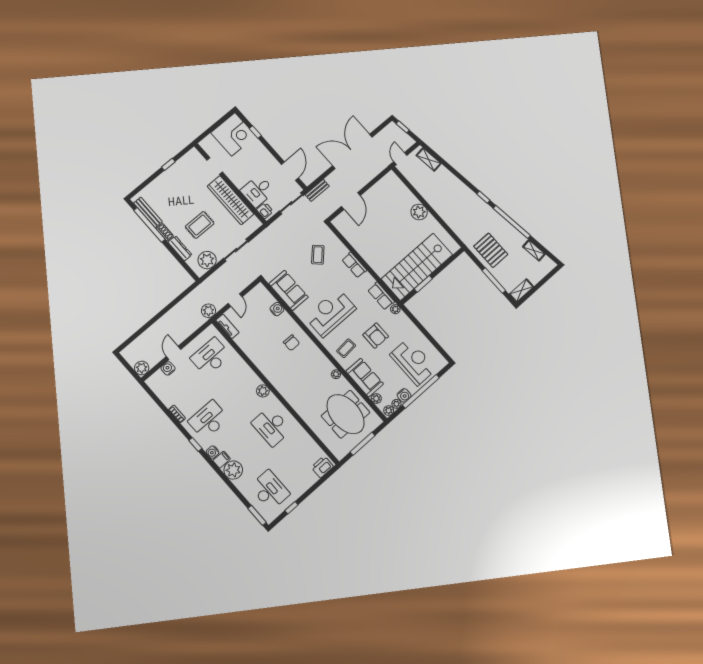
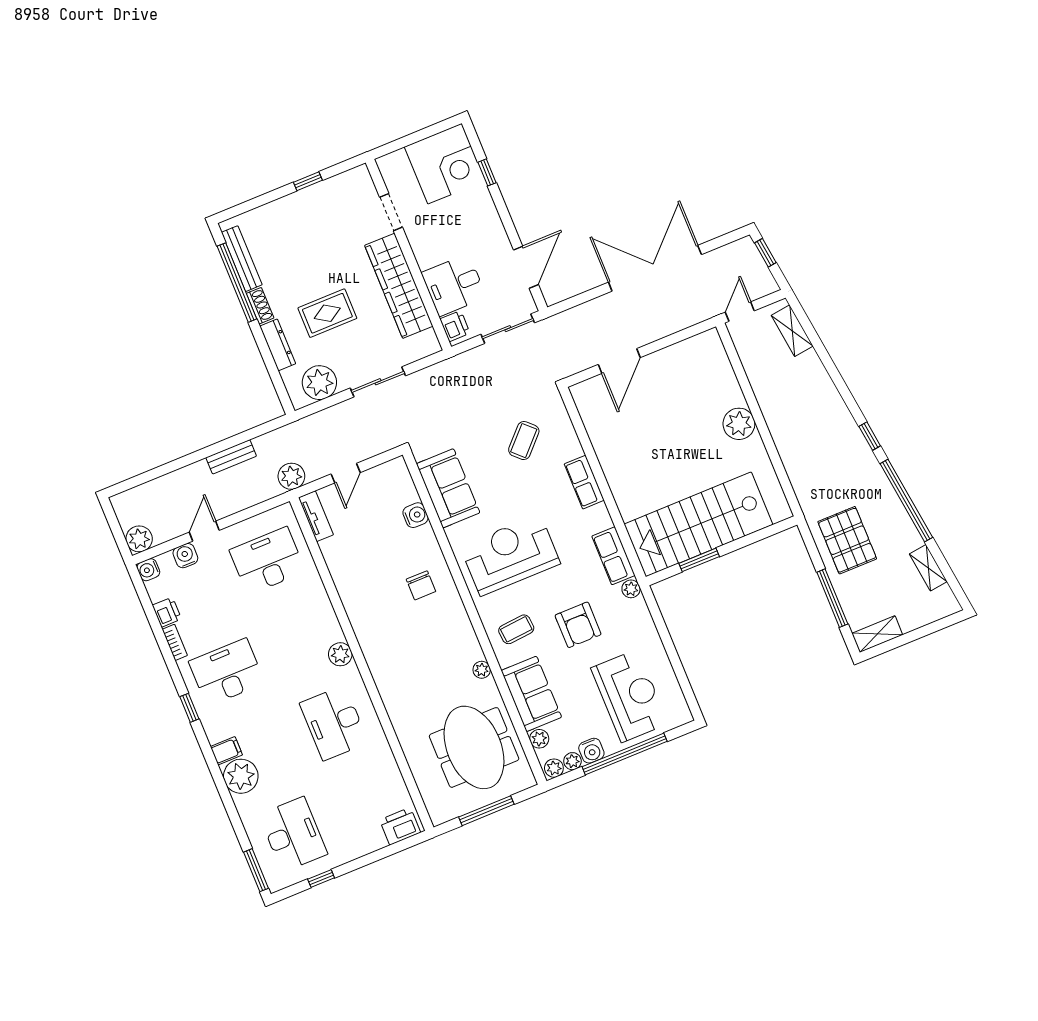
bench: (317, 190) -> (231, 457), moved
printer: (168, 400) -> (167, 612), added
water cooler: (213, 452) -> (148, 570), moved

